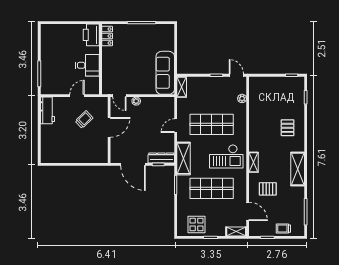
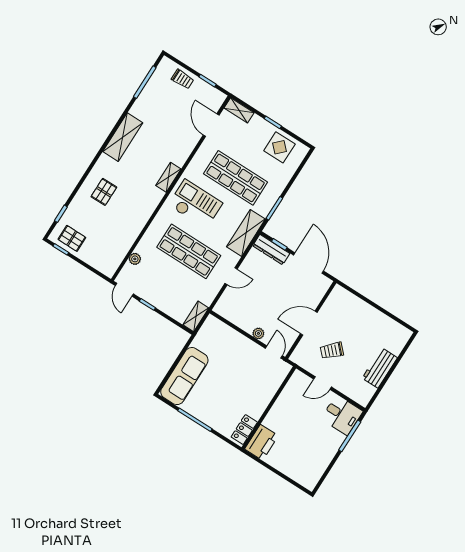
desk: (87, 65) -> (342, 415), moved, turned 180
sofa: (165, 73) -> (184, 376), moved
workbench: (48, 110) -> (380, 368), moved
pallet: (268, 189) -> (72, 238), moved

